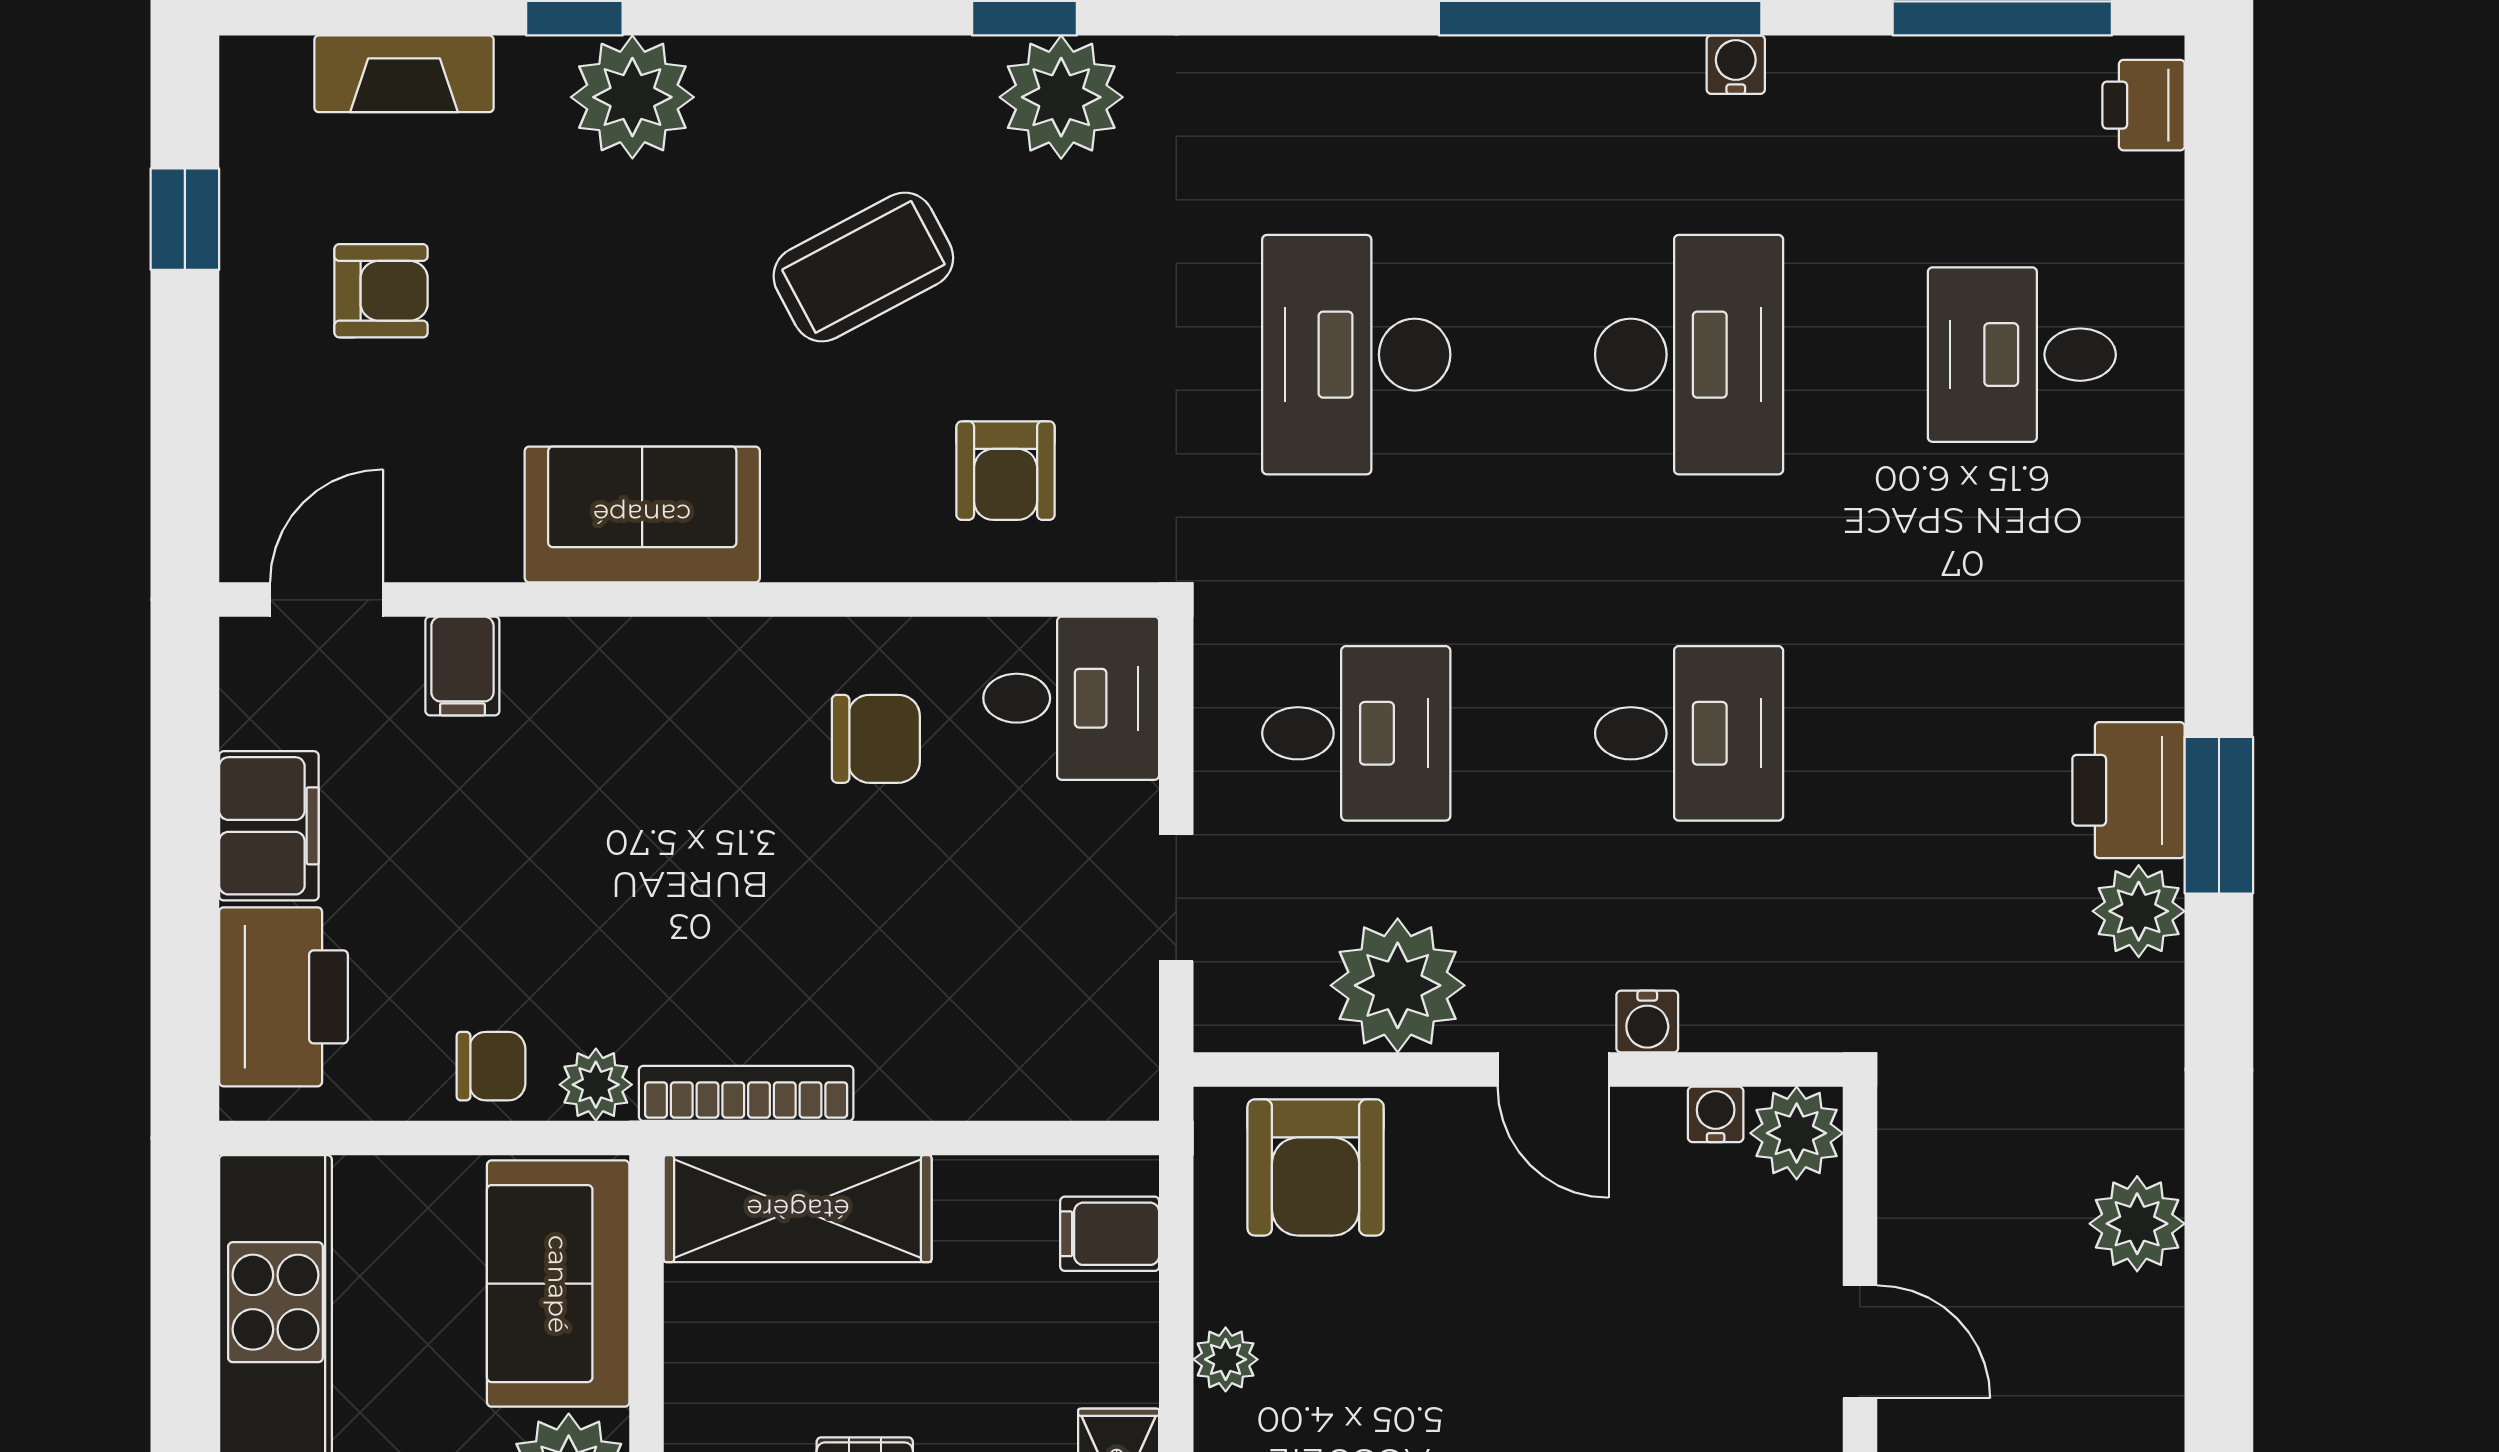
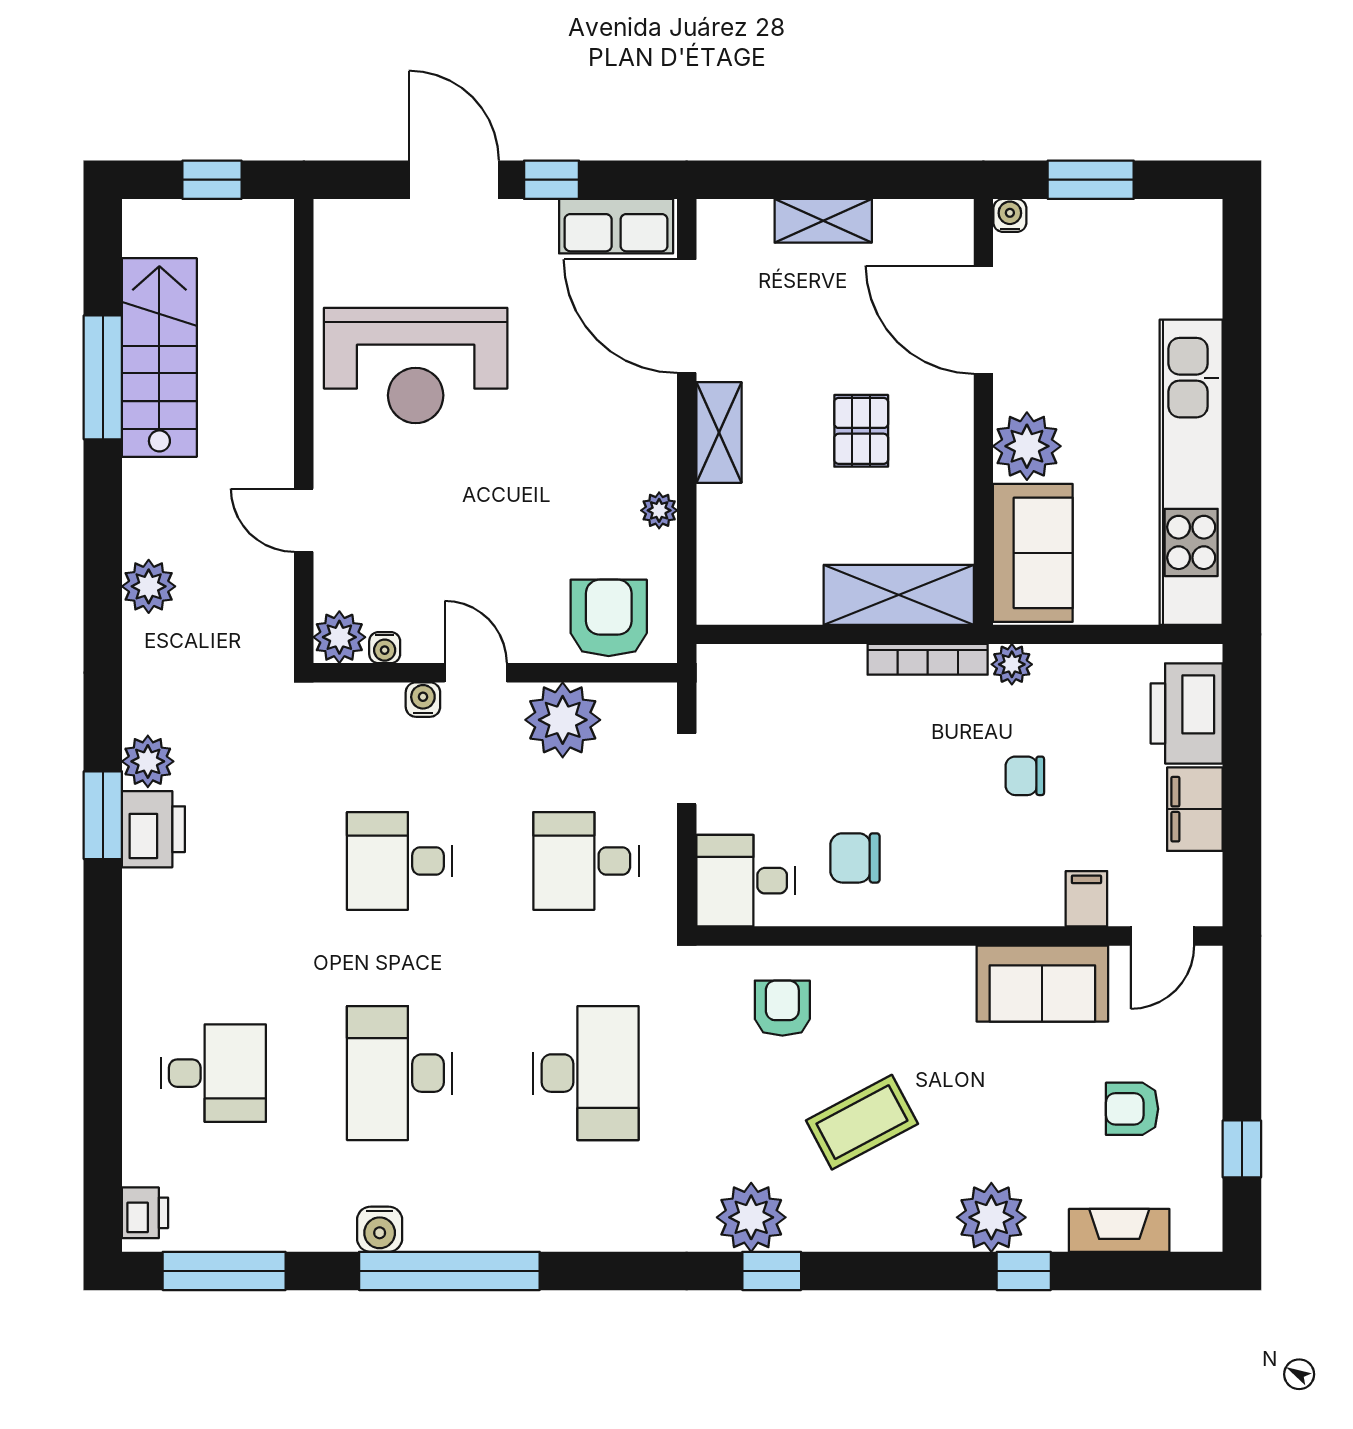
water cooler: (1736, 65) -> (380, 1229), width x1.38, depth x1.38
sofa: (642, 514) -> (1042, 984), moved
chair: (491, 1066) -> (1025, 776), moved
filing cabinet: (1110, 1234) -> (724, 581), removed

